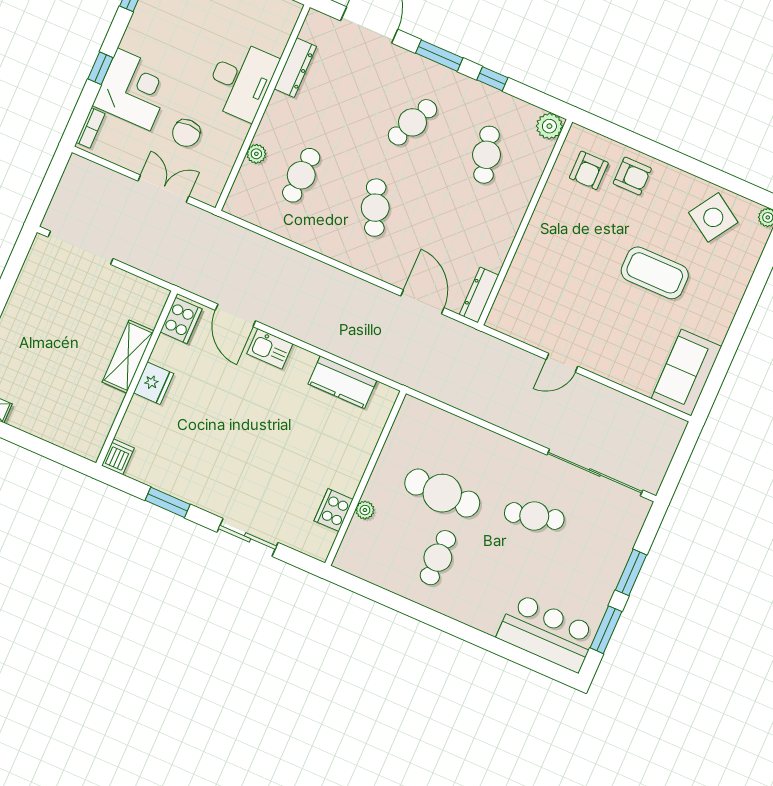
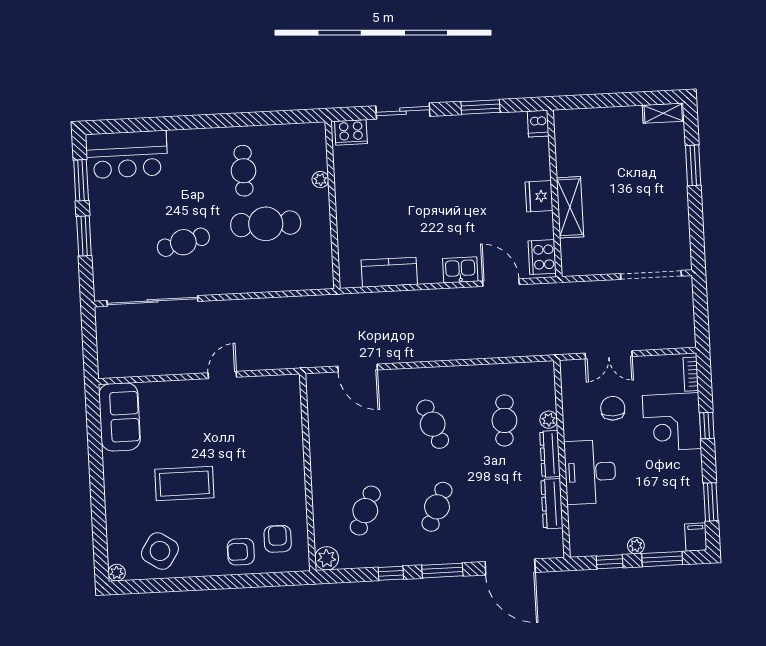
cafe table: (487, 155) -> (365, 511), turned 39
dresser: (479, 295) -> (550, 454), moved, turned 180
cooker: (334, 510) -> (351, 132), moved, turned 90

